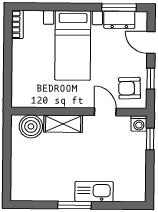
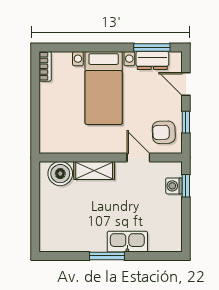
washing machine: (139, 124) -> (174, 186), moved, turned 90

